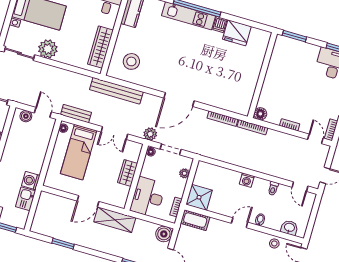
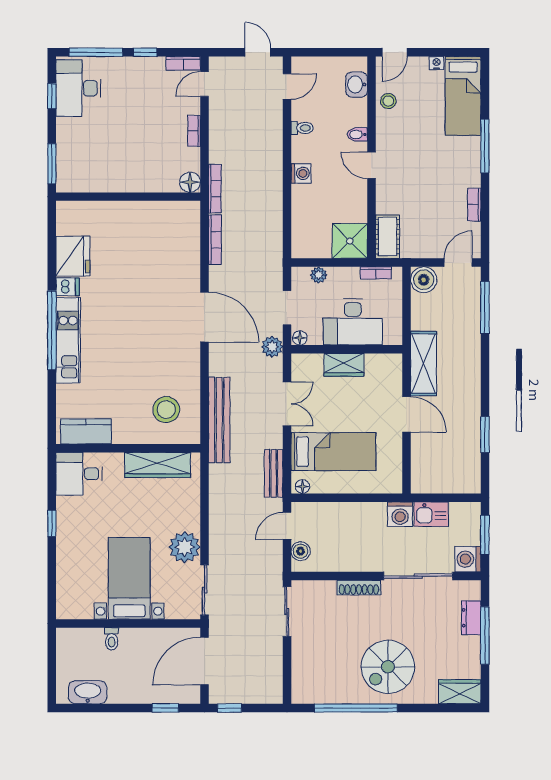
desk: (148, 197) -> (353, 322), moved

